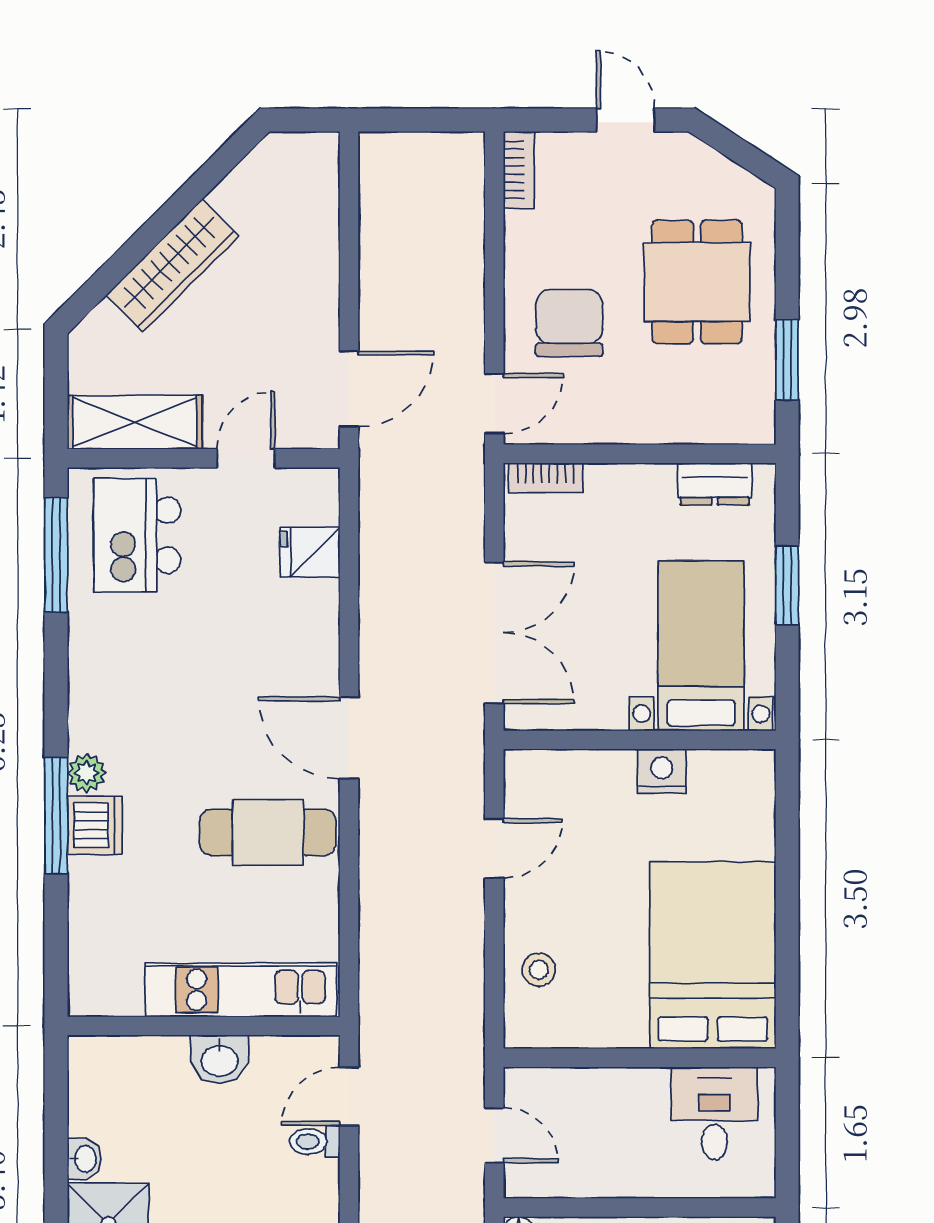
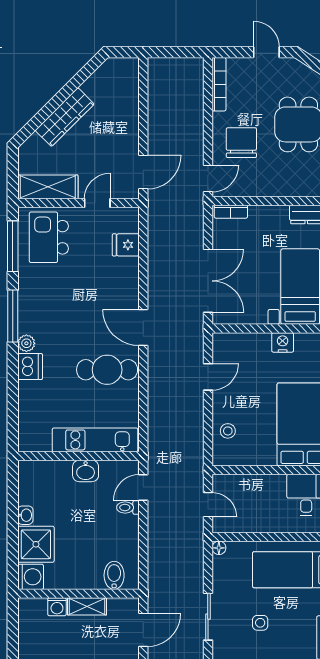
bookcase: (519, 170) -> (219, 84), width x1.56
window: (56, 815) -> (13, 316), moved

